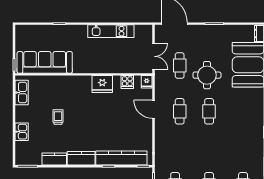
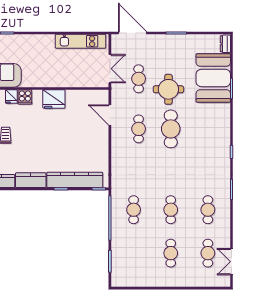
kitchen unit: (111, 31) -> (81, 41), moved
cooker: (127, 82) -> (25, 97), moved
fridge: (147, 82) -> (11, 97), moved
door: (153, 109) -> (110, 115), moved
cafe table: (209, 111) -> (171, 129), width x1.37, depth x1.35

